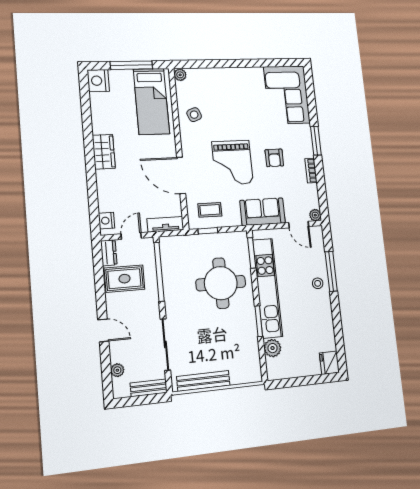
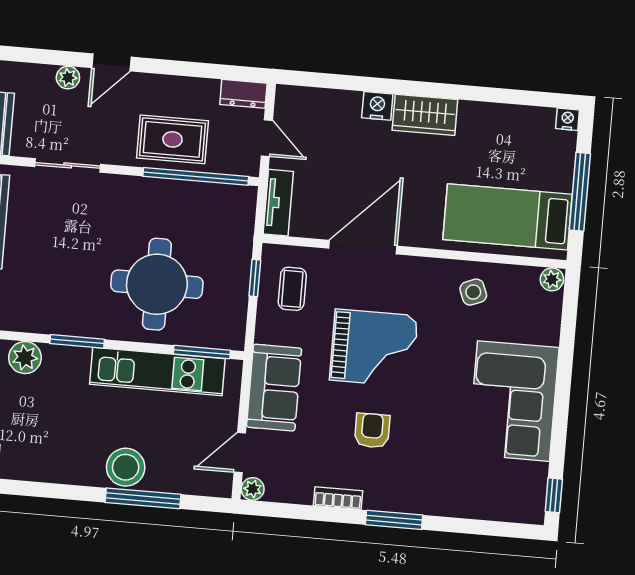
window: (288, 63) -> (554, 495), added
nightstand: (98, 81) -> (568, 119), width x0.53, depth x0.56
corner sofa: (287, 95) -> (513, 401), moved, turned -90
armchair: (274, 158) -> (372, 430), turned 90
grand piano: (232, 163) -> (374, 348), turned 180
nightstand: (107, 221) -> (377, 106), moved
rug: (124, 279) -> (172, 139), moved, turned 90
stool: (318, 283) -> (126, 467), width x1.89, depth x1.89
kitchen unit: (267, 288) -> (157, 371), width x0.73
sliding door: (165, 344) -> (68, 165), width x0.73
plant: (117, 370) -> (68, 78), moved

